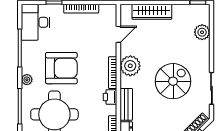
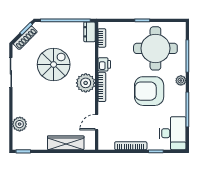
plant: (130, 66) -> (86, 83), moved
spiral stairs: (173, 81) -> (54, 64), moved, turned 180
bench: (126, 104) -> (89, 58), removed

